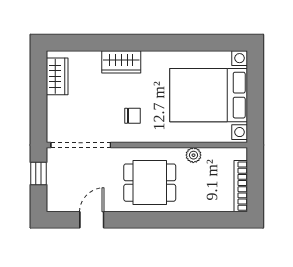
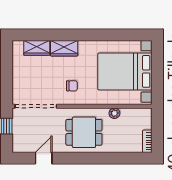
wardrobe: (57, 76) -> (37, 48), moved, turned 90
bookcase: (241, 186) -> (147, 141), width x0.64

